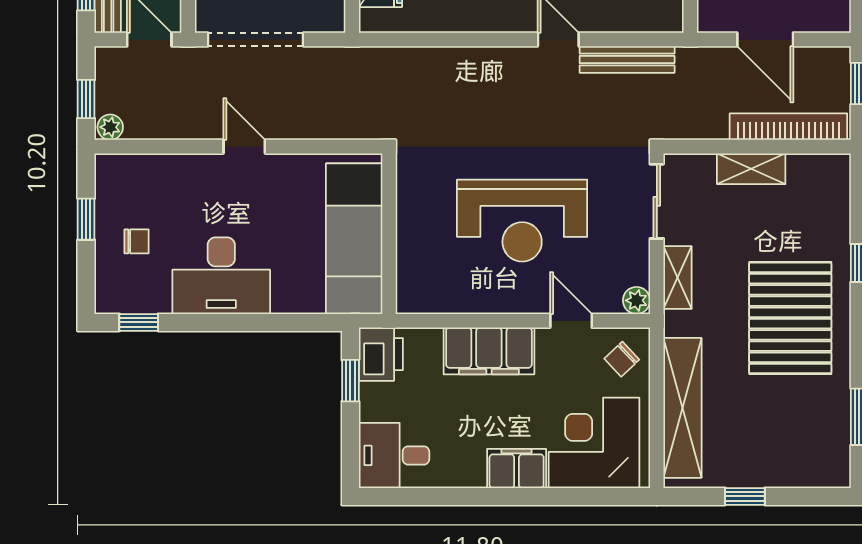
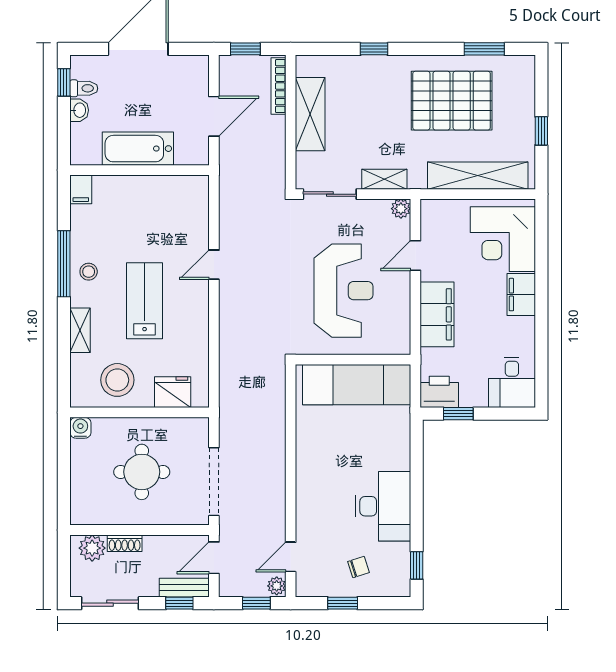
bench: (627, 60) -> (228, 215), removed
bookcase: (788, 127) -> (279, 86), width x0.68, depth x0.76
door: (244, 147) -> (291, 557), moved
shelving: (751, 169) -> (310, 114), width x1.50, depth x1.33
wall: (389, 234) -> (353, 360), moved
exam couch: (354, 239) -> (357, 385), moved
chair: (136, 241) -> (359, 567), turned 72
pallet: (790, 318) -> (452, 101), moved
chair: (622, 359) -> (443, 219), removed

